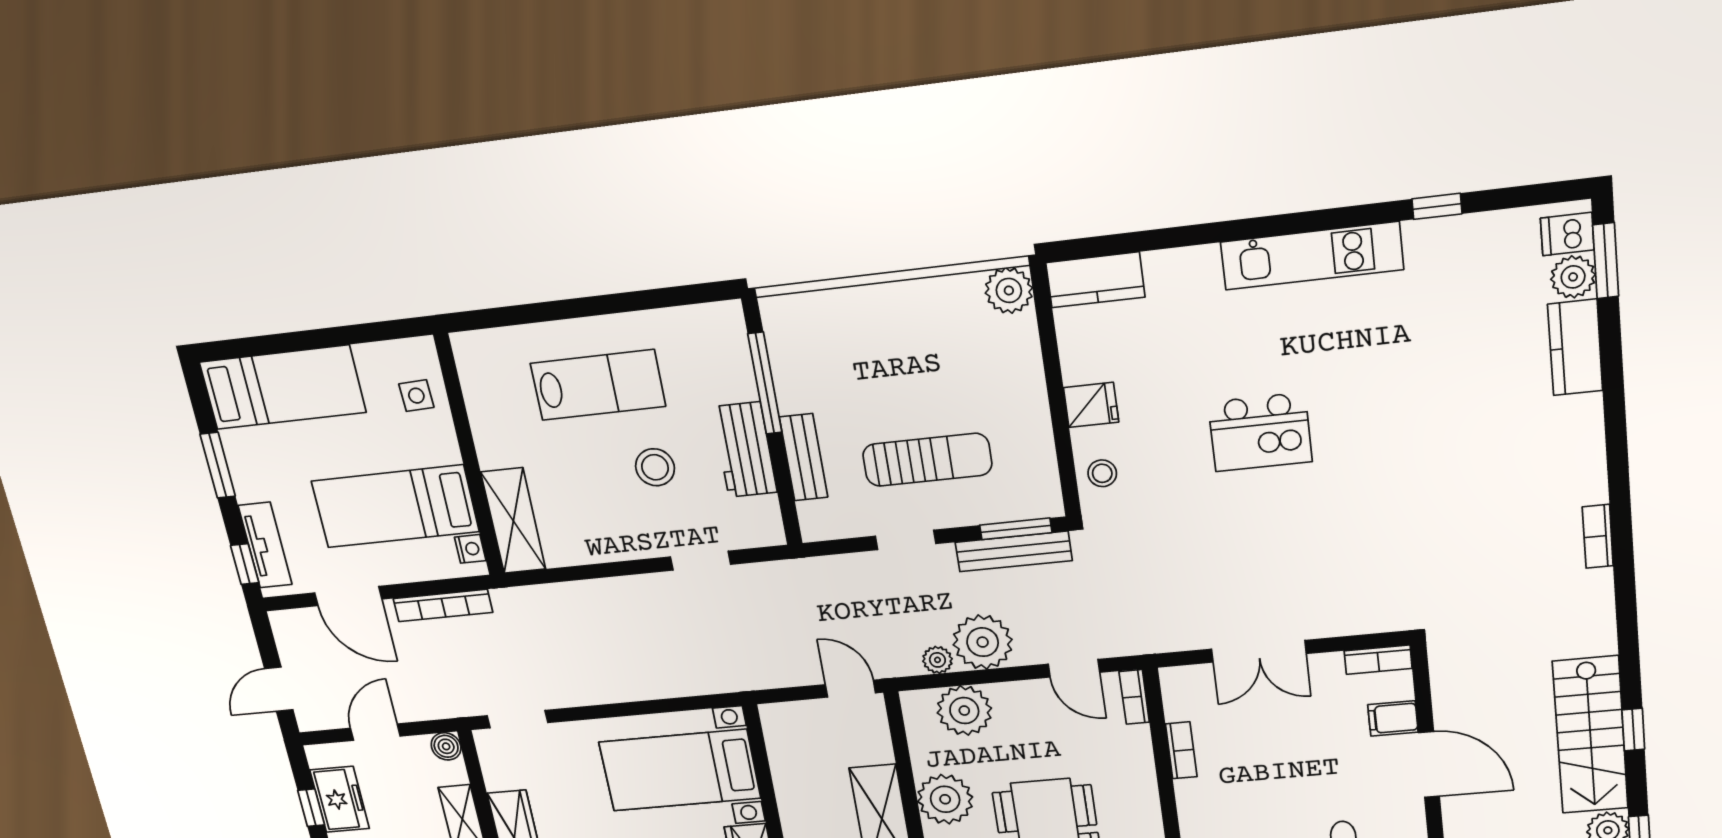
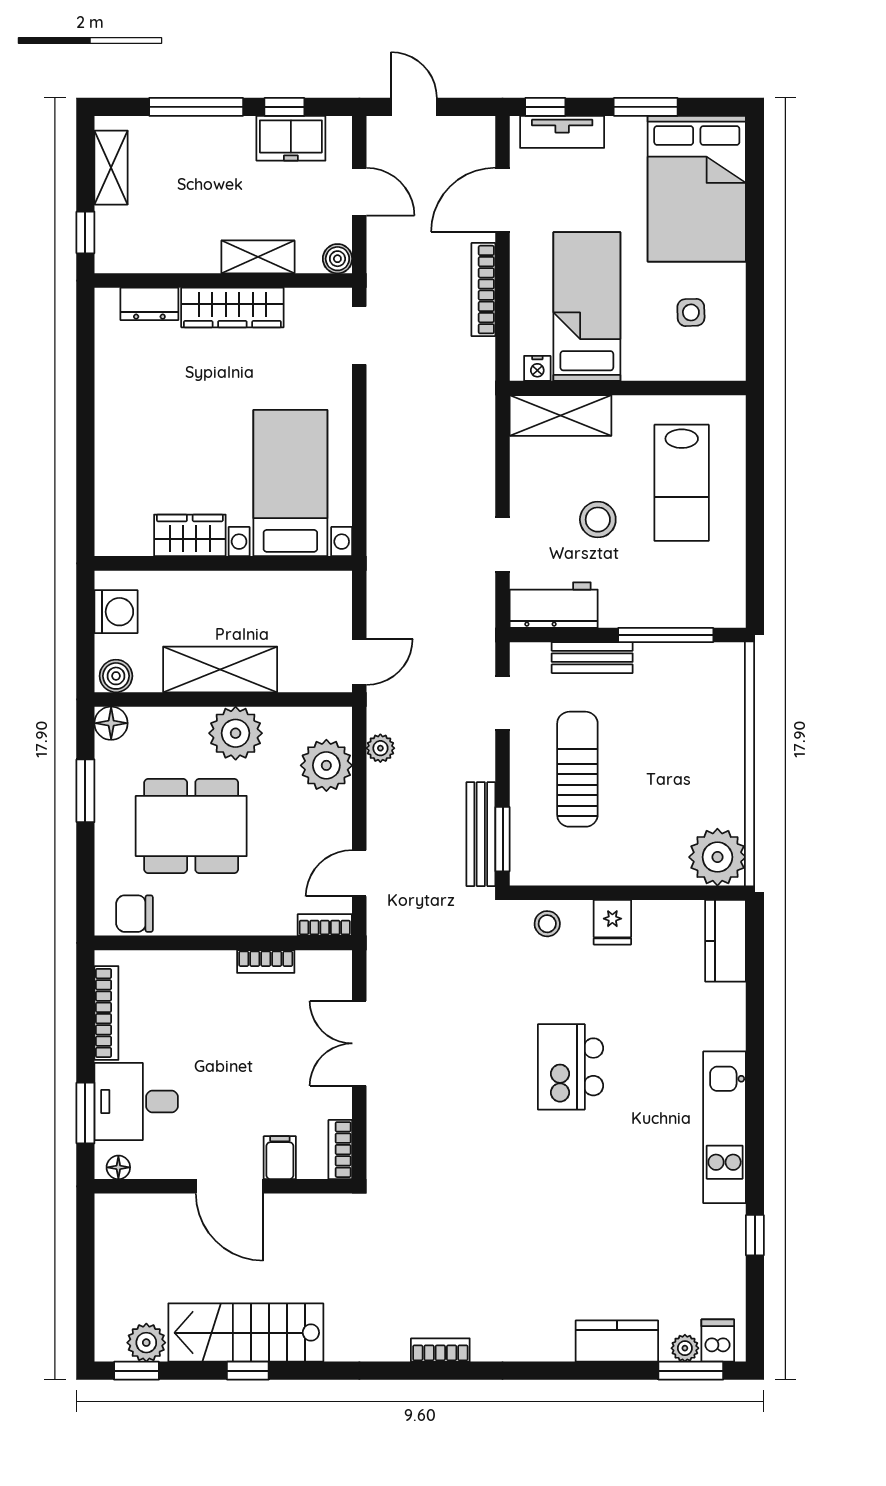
plant: (1573, 277) -> (685, 1348), width x0.73, depth x0.73
plant: (1009, 290) -> (717, 857), width x1.36, depth x1.36
bed: (283, 387) -> (697, 189), width x1.50
workbench: (745, 450) -> (554, 605), moved
wall: (469, 456) -> (628, 388), moved
sun lounger: (927, 460) -> (577, 769), turned 180
bed: (395, 506) -> (587, 306), moved
shelving: (513, 521) -> (561, 415), moved
doorway: (906, 540) -> (503, 703), moved
nightstand: (470, 549) -> (537, 368), moved
plant: (983, 642) -> (394, 793), removed
door: (1429, 765) -> (229, 1186), hinge flipped

